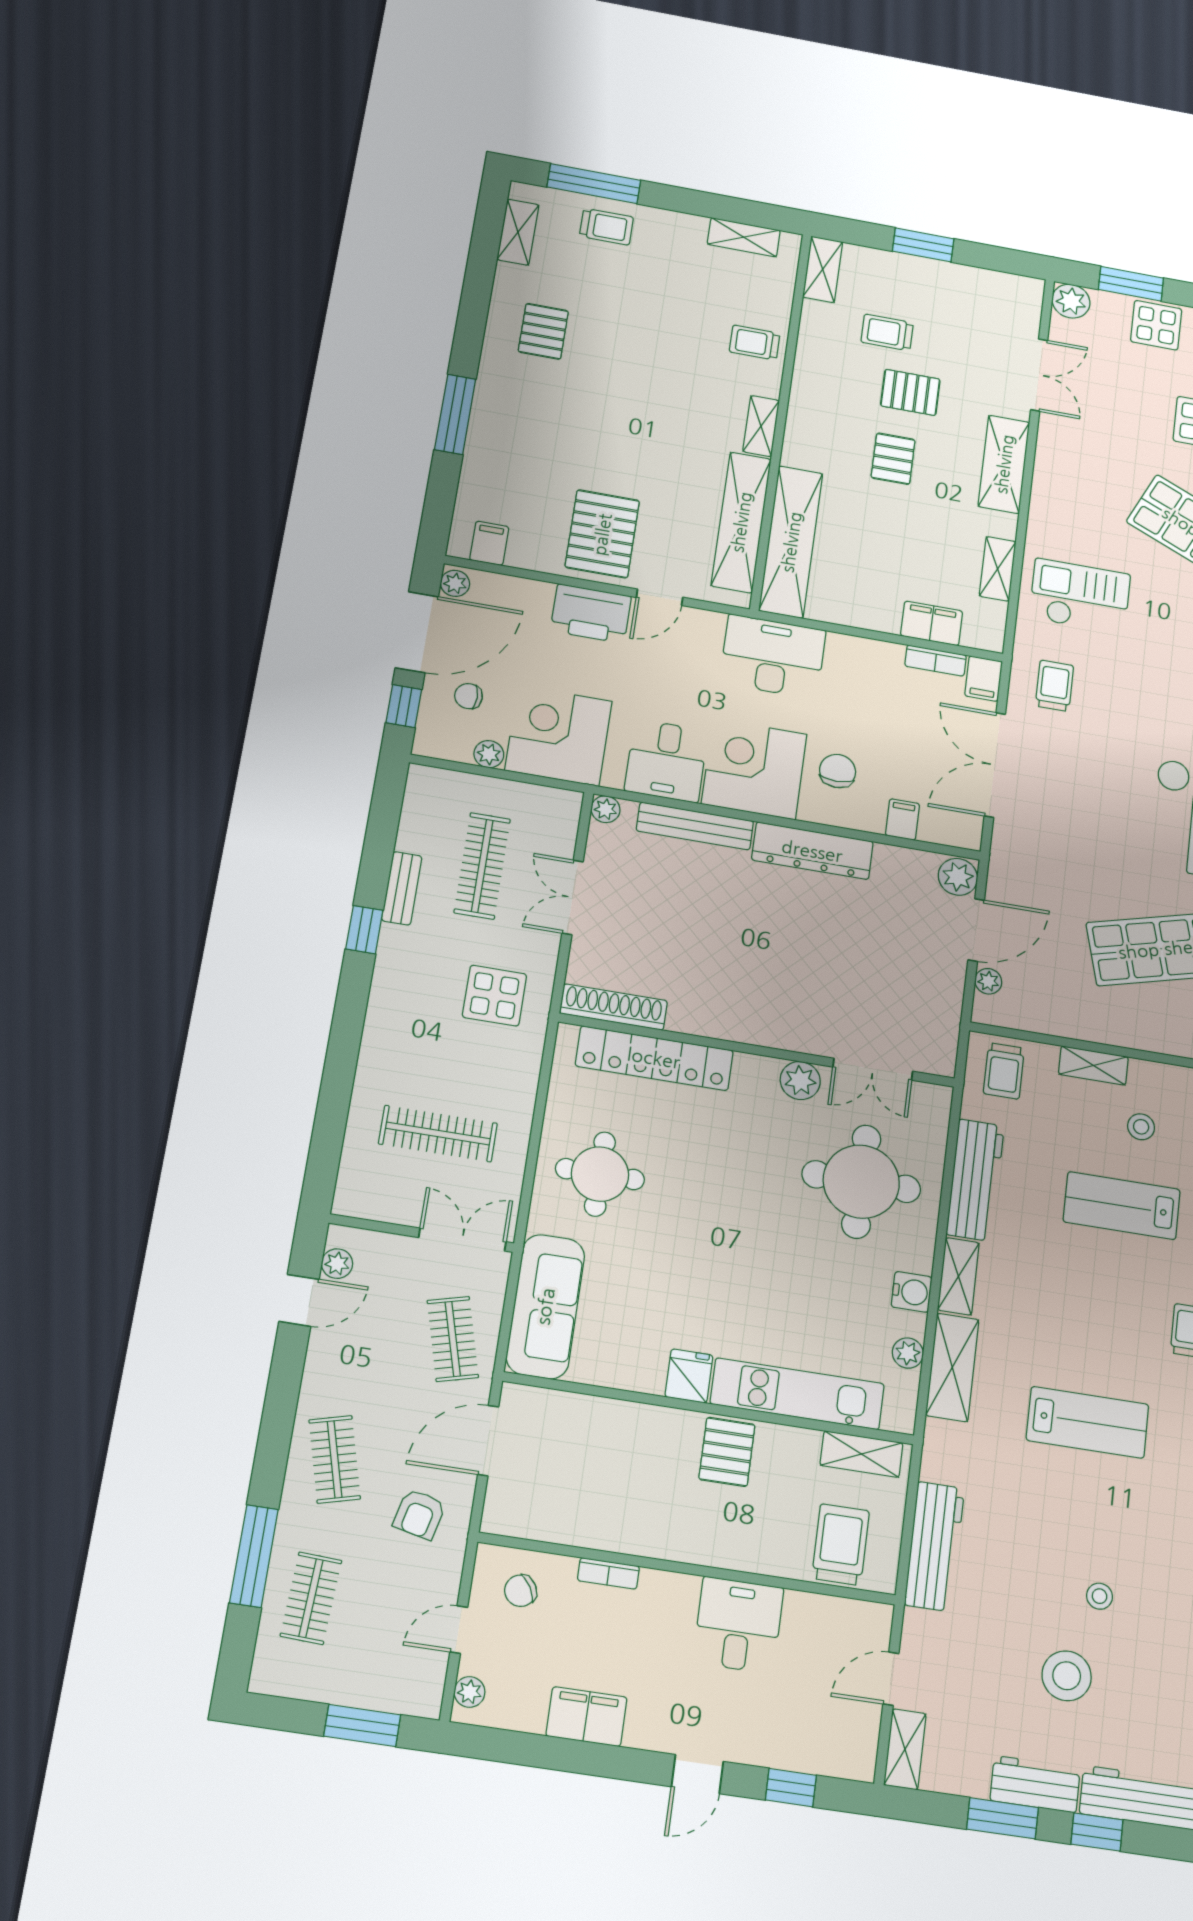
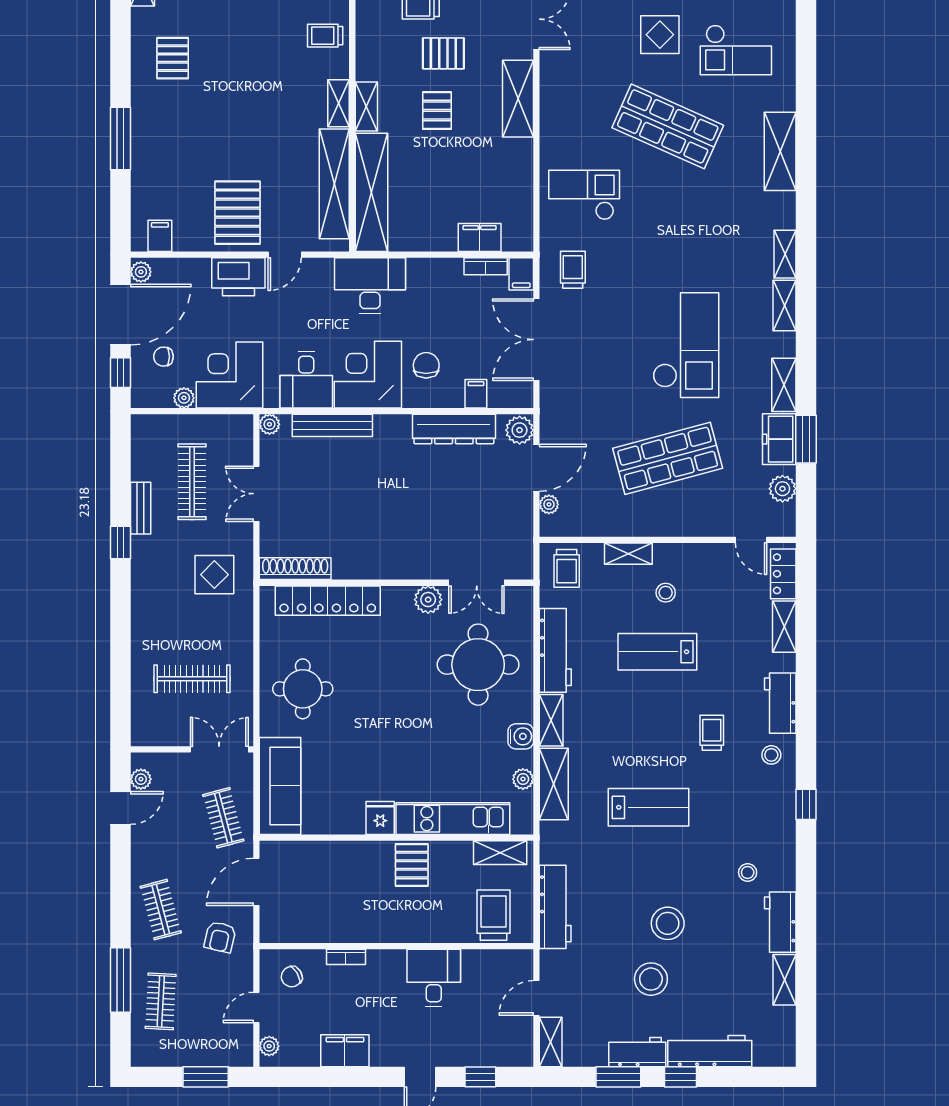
shelving: (998, 569) -> (366, 106), moved
dresser: (812, 851) -> (454, 429), moved
stool: (1100, 1596) -> (668, 923), width x1.89, depth x1.89

